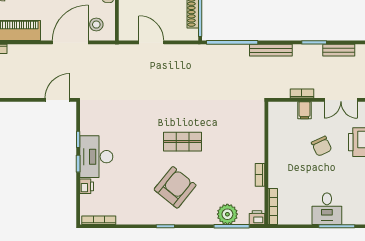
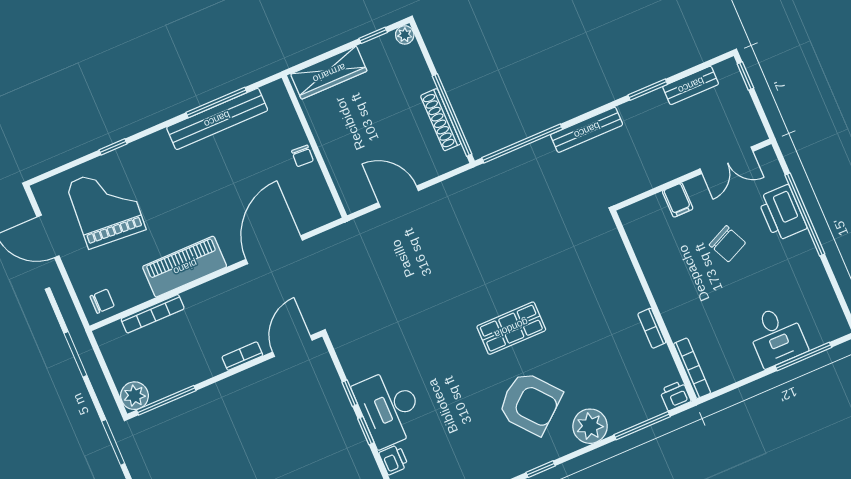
stool: (96, 25) -> (302, 205), removed
bookcase: (302, 93) -> (242, 356), moved
armchair: (175, 187) -> (530, 403), turned 101
plant: (227, 214) -> (590, 426), moved

